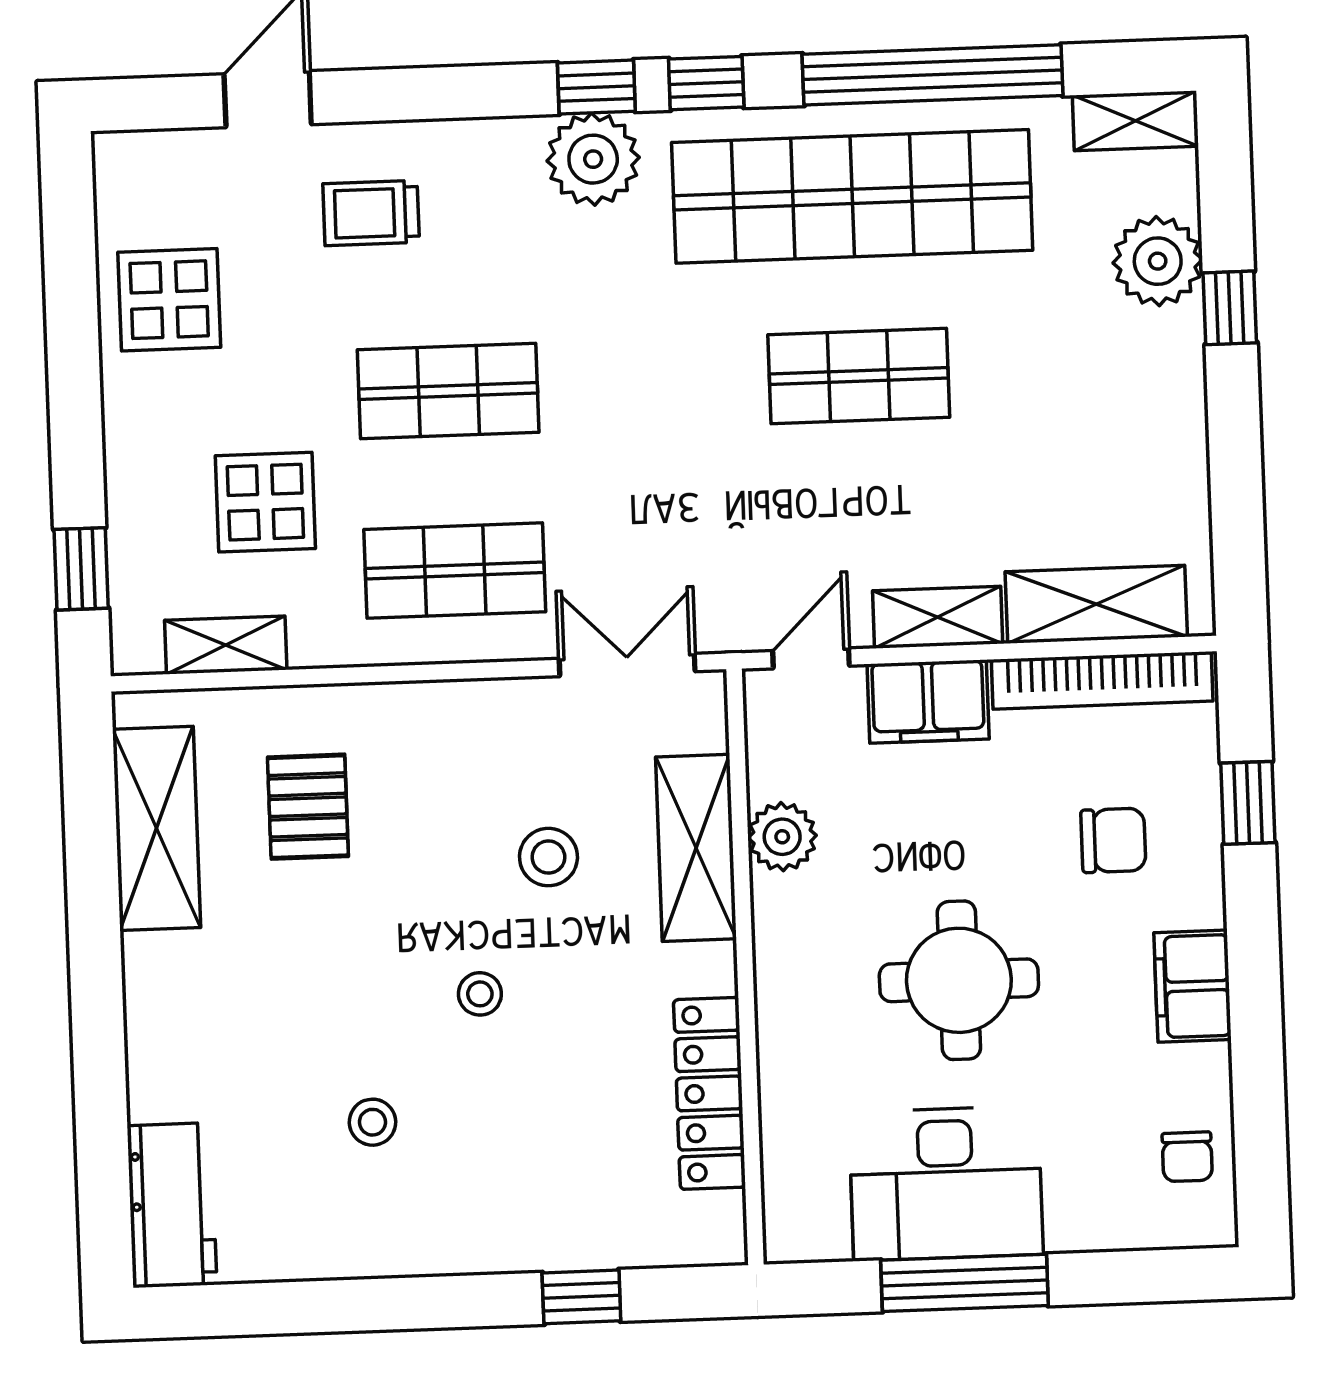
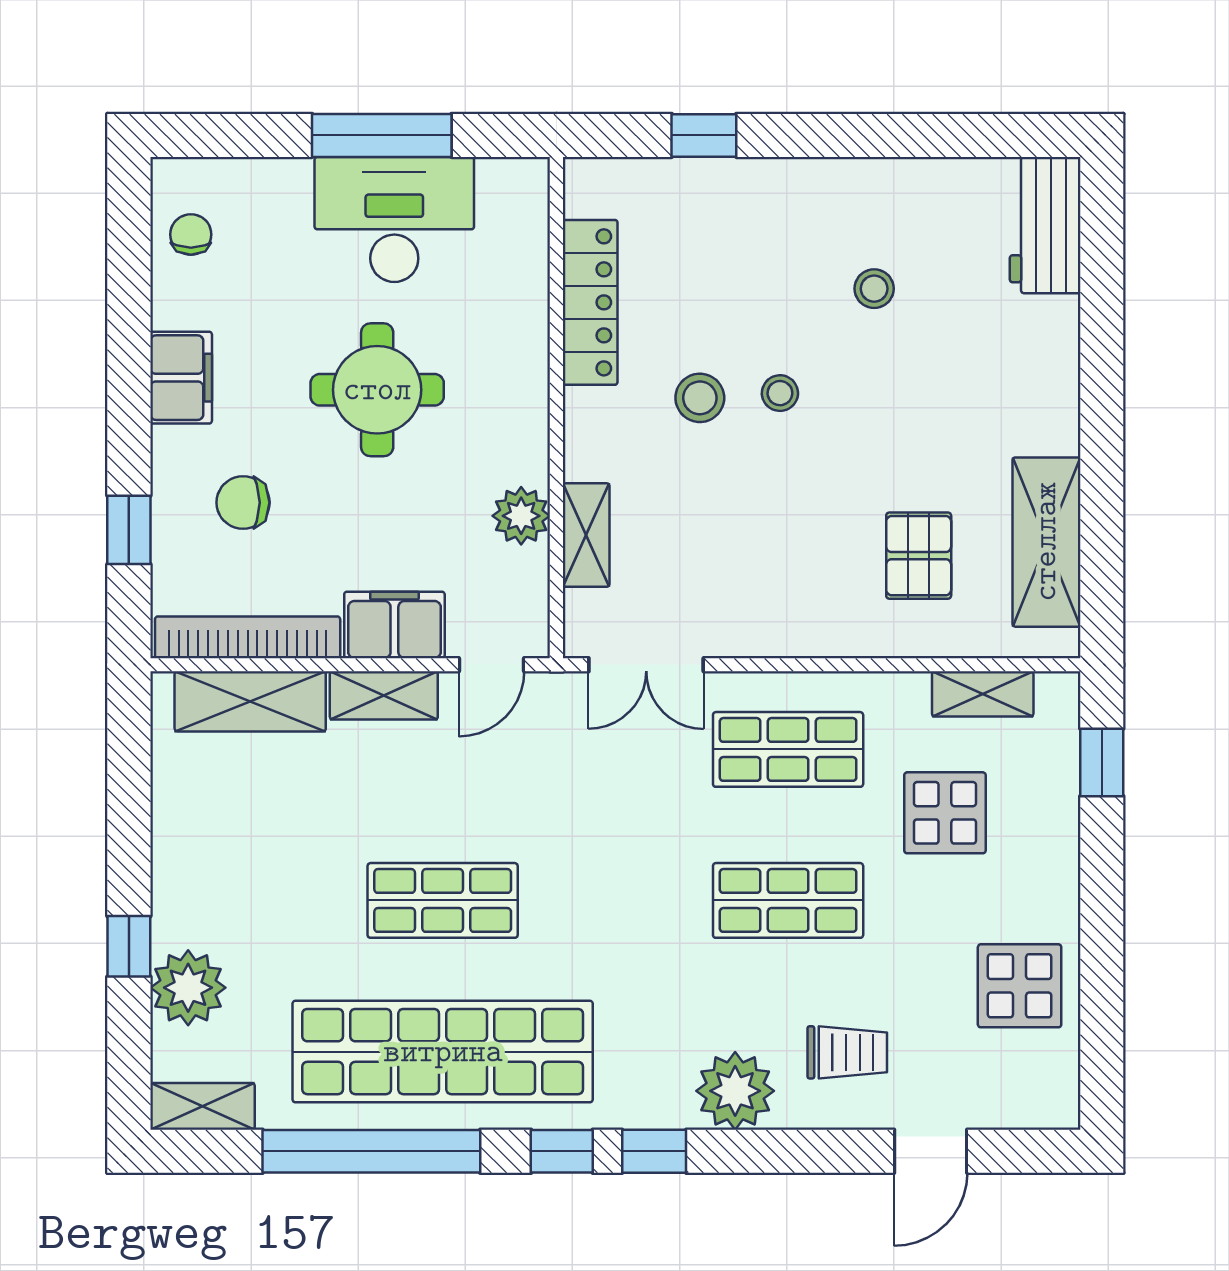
plant: (593, 159) -> (735, 1091), moved
shelving: (696, 848) -> (586, 535), width x0.67, depth x0.75
stool: (548, 857) -> (700, 398), moved

